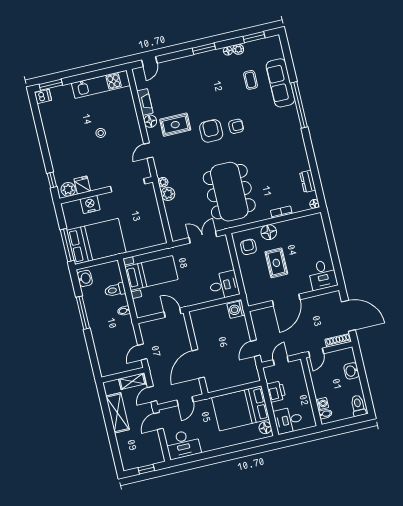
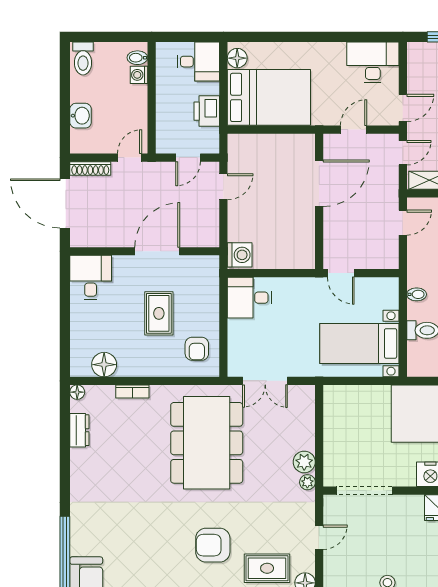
armchair: (236, 126) -> (172, 543), removed
armchair: (211, 131) -> (213, 545), turned 90
floor lamp: (269, 232) -> (104, 365), moved

